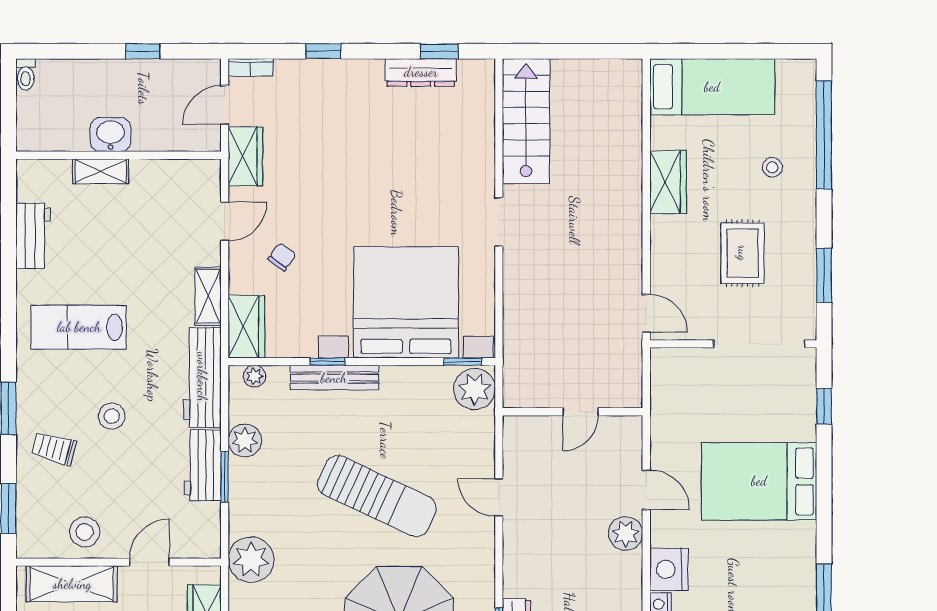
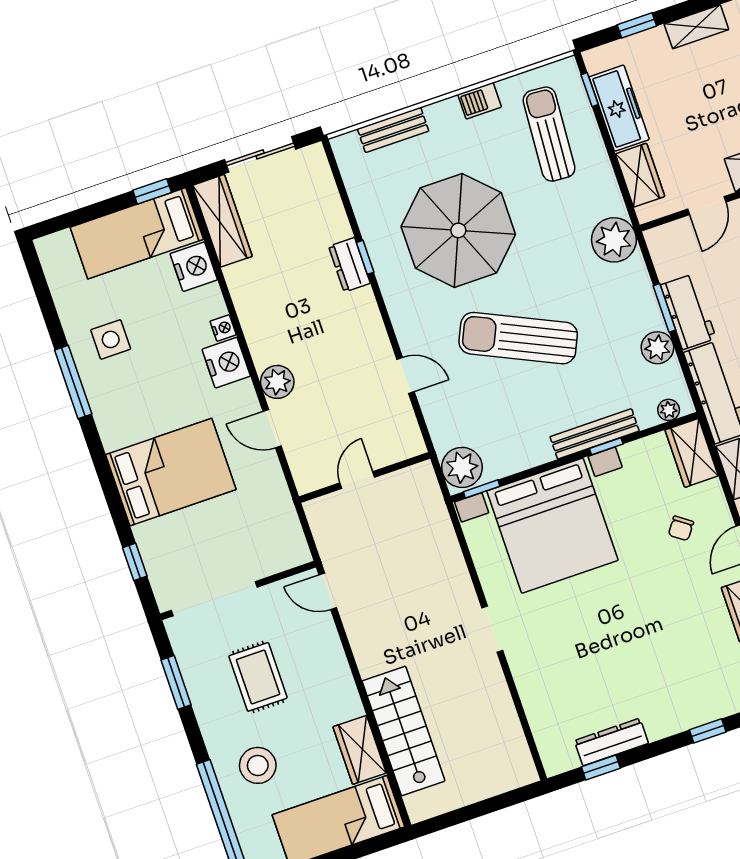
stairs: (526, 121) -> (403, 731), moved, turned 180
stool: (772, 167) -> (258, 765), width x1.89, depth x1.89
wardrobe: (668, 182) -> (360, 750), moved

